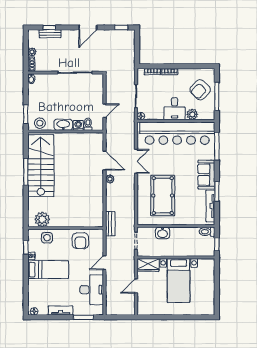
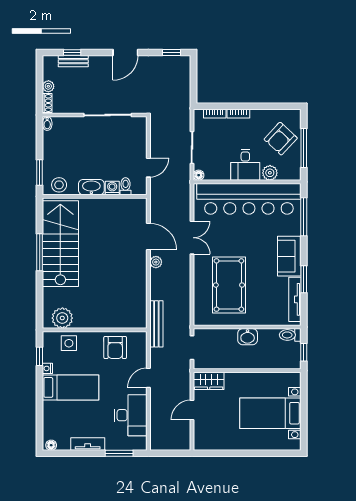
bench: (110, 224) -> (156, 324), width x1.36
washbasin: (163, 233) -> (248, 337), moved
bed with nightstands: (179, 281) -> (270, 413), moved, turned 90

